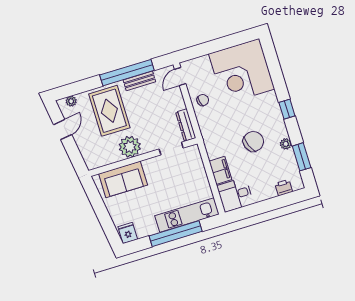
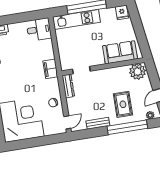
window: (127, 73) -> (127, 127), moved
rug: (109, 111) -> (123, 104), width x0.73, depth x0.70
chair: (253, 141) -> (20, 67), removed
plant: (130, 147) -> (138, 72), moved
filing cabinet: (220, 170) -> (50, 69), moved

